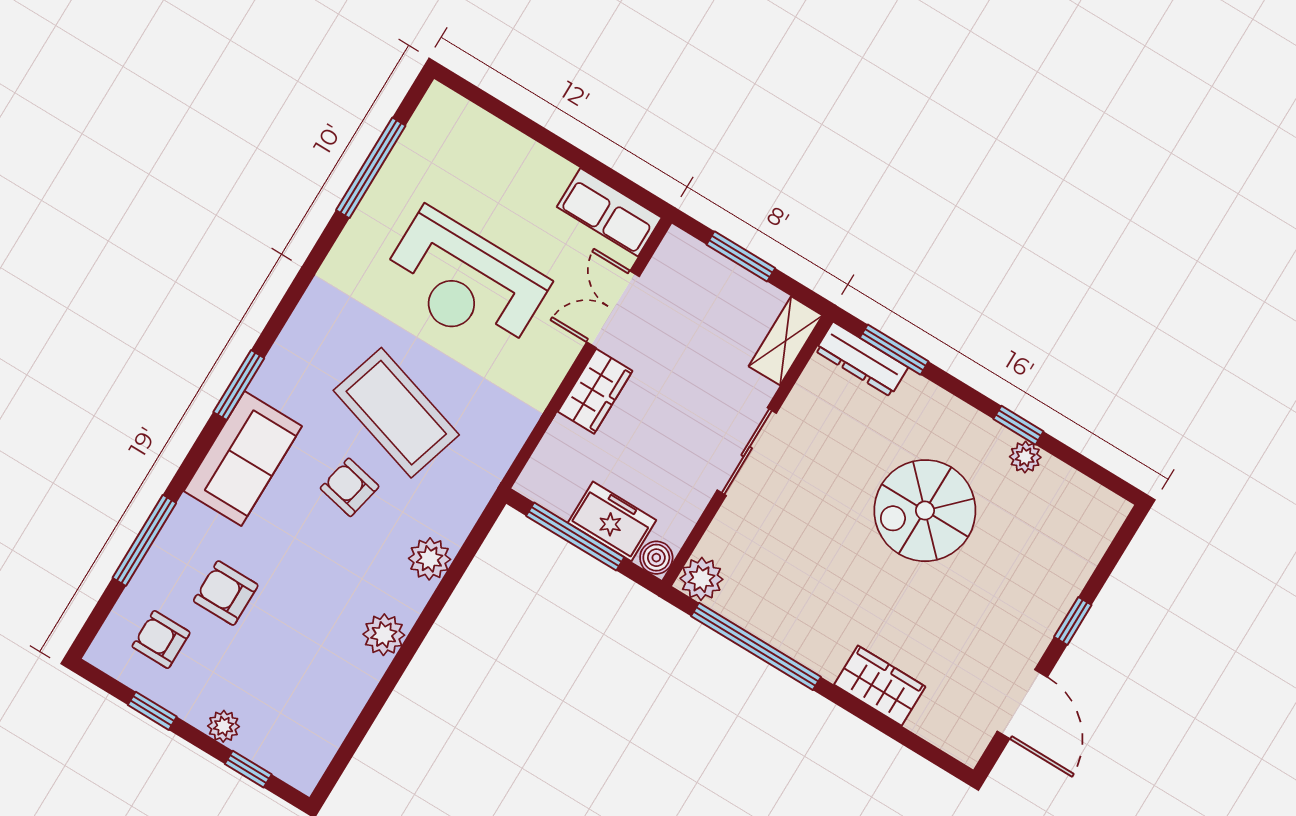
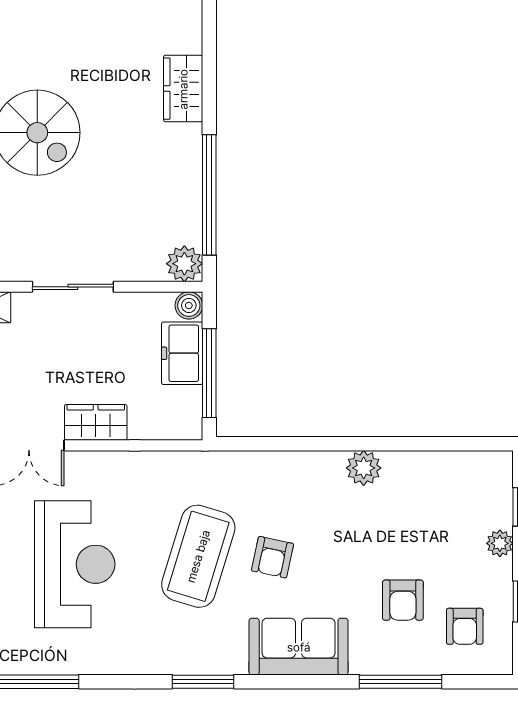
window: (239, 385) -> (203, 682), moved
plant: (430, 559) -> (289, 468), removed

